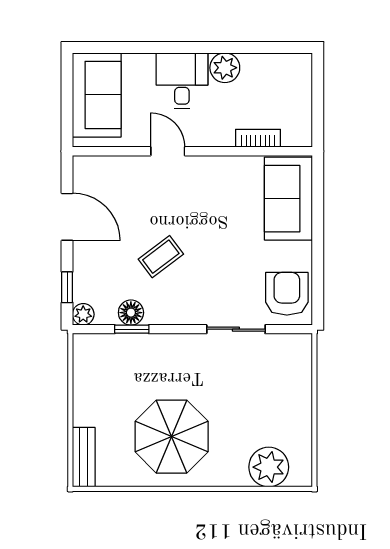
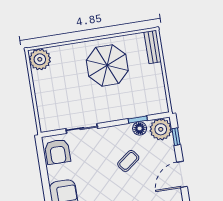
door: (67, 217) -> (182, 174), hinge flipped
plant: (83, 314) -> (161, 129), width x1.88, depth x1.88
plant: (269, 467) -> (40, 59), moved

